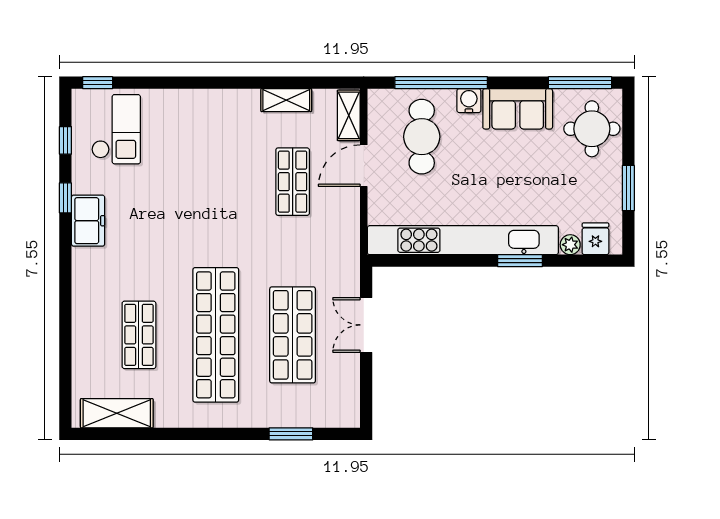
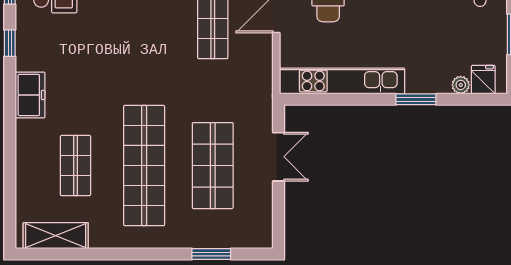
freezer: (88, 221) -> (30, 95), moved
kitchen unit: (463, 240) -> (342, 81), width x0.73
double door: (366, 325) -> (278, 157), swing flipped

